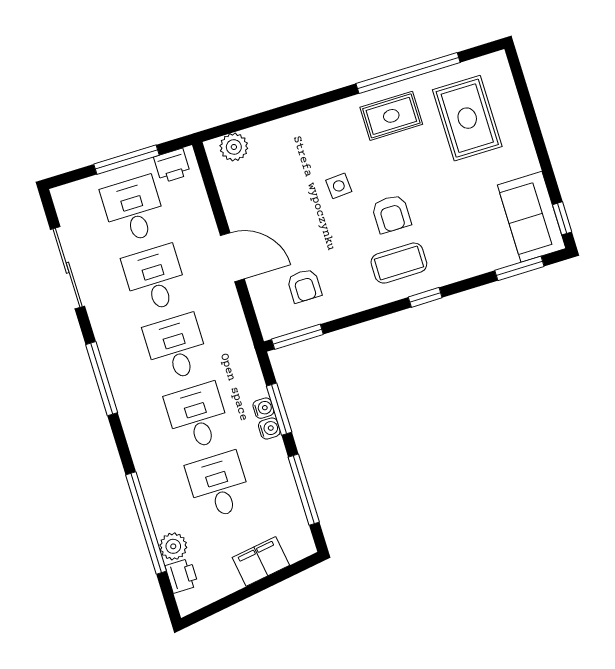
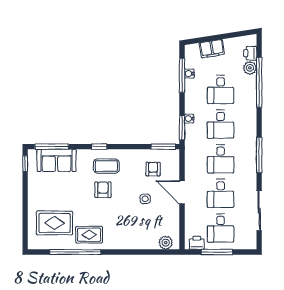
rug: (467, 118) -> (55, 223), turned 90
side table: (339, 186) -> (145, 199), moved
sofa: (532, 217) -> (57, 160), moved, turned 90
window: (519, 268) -> (52, 147), width x1.44
window: (279, 409) -> (182, 128), moved
water cooler: (269, 428) -> (189, 74), moved

